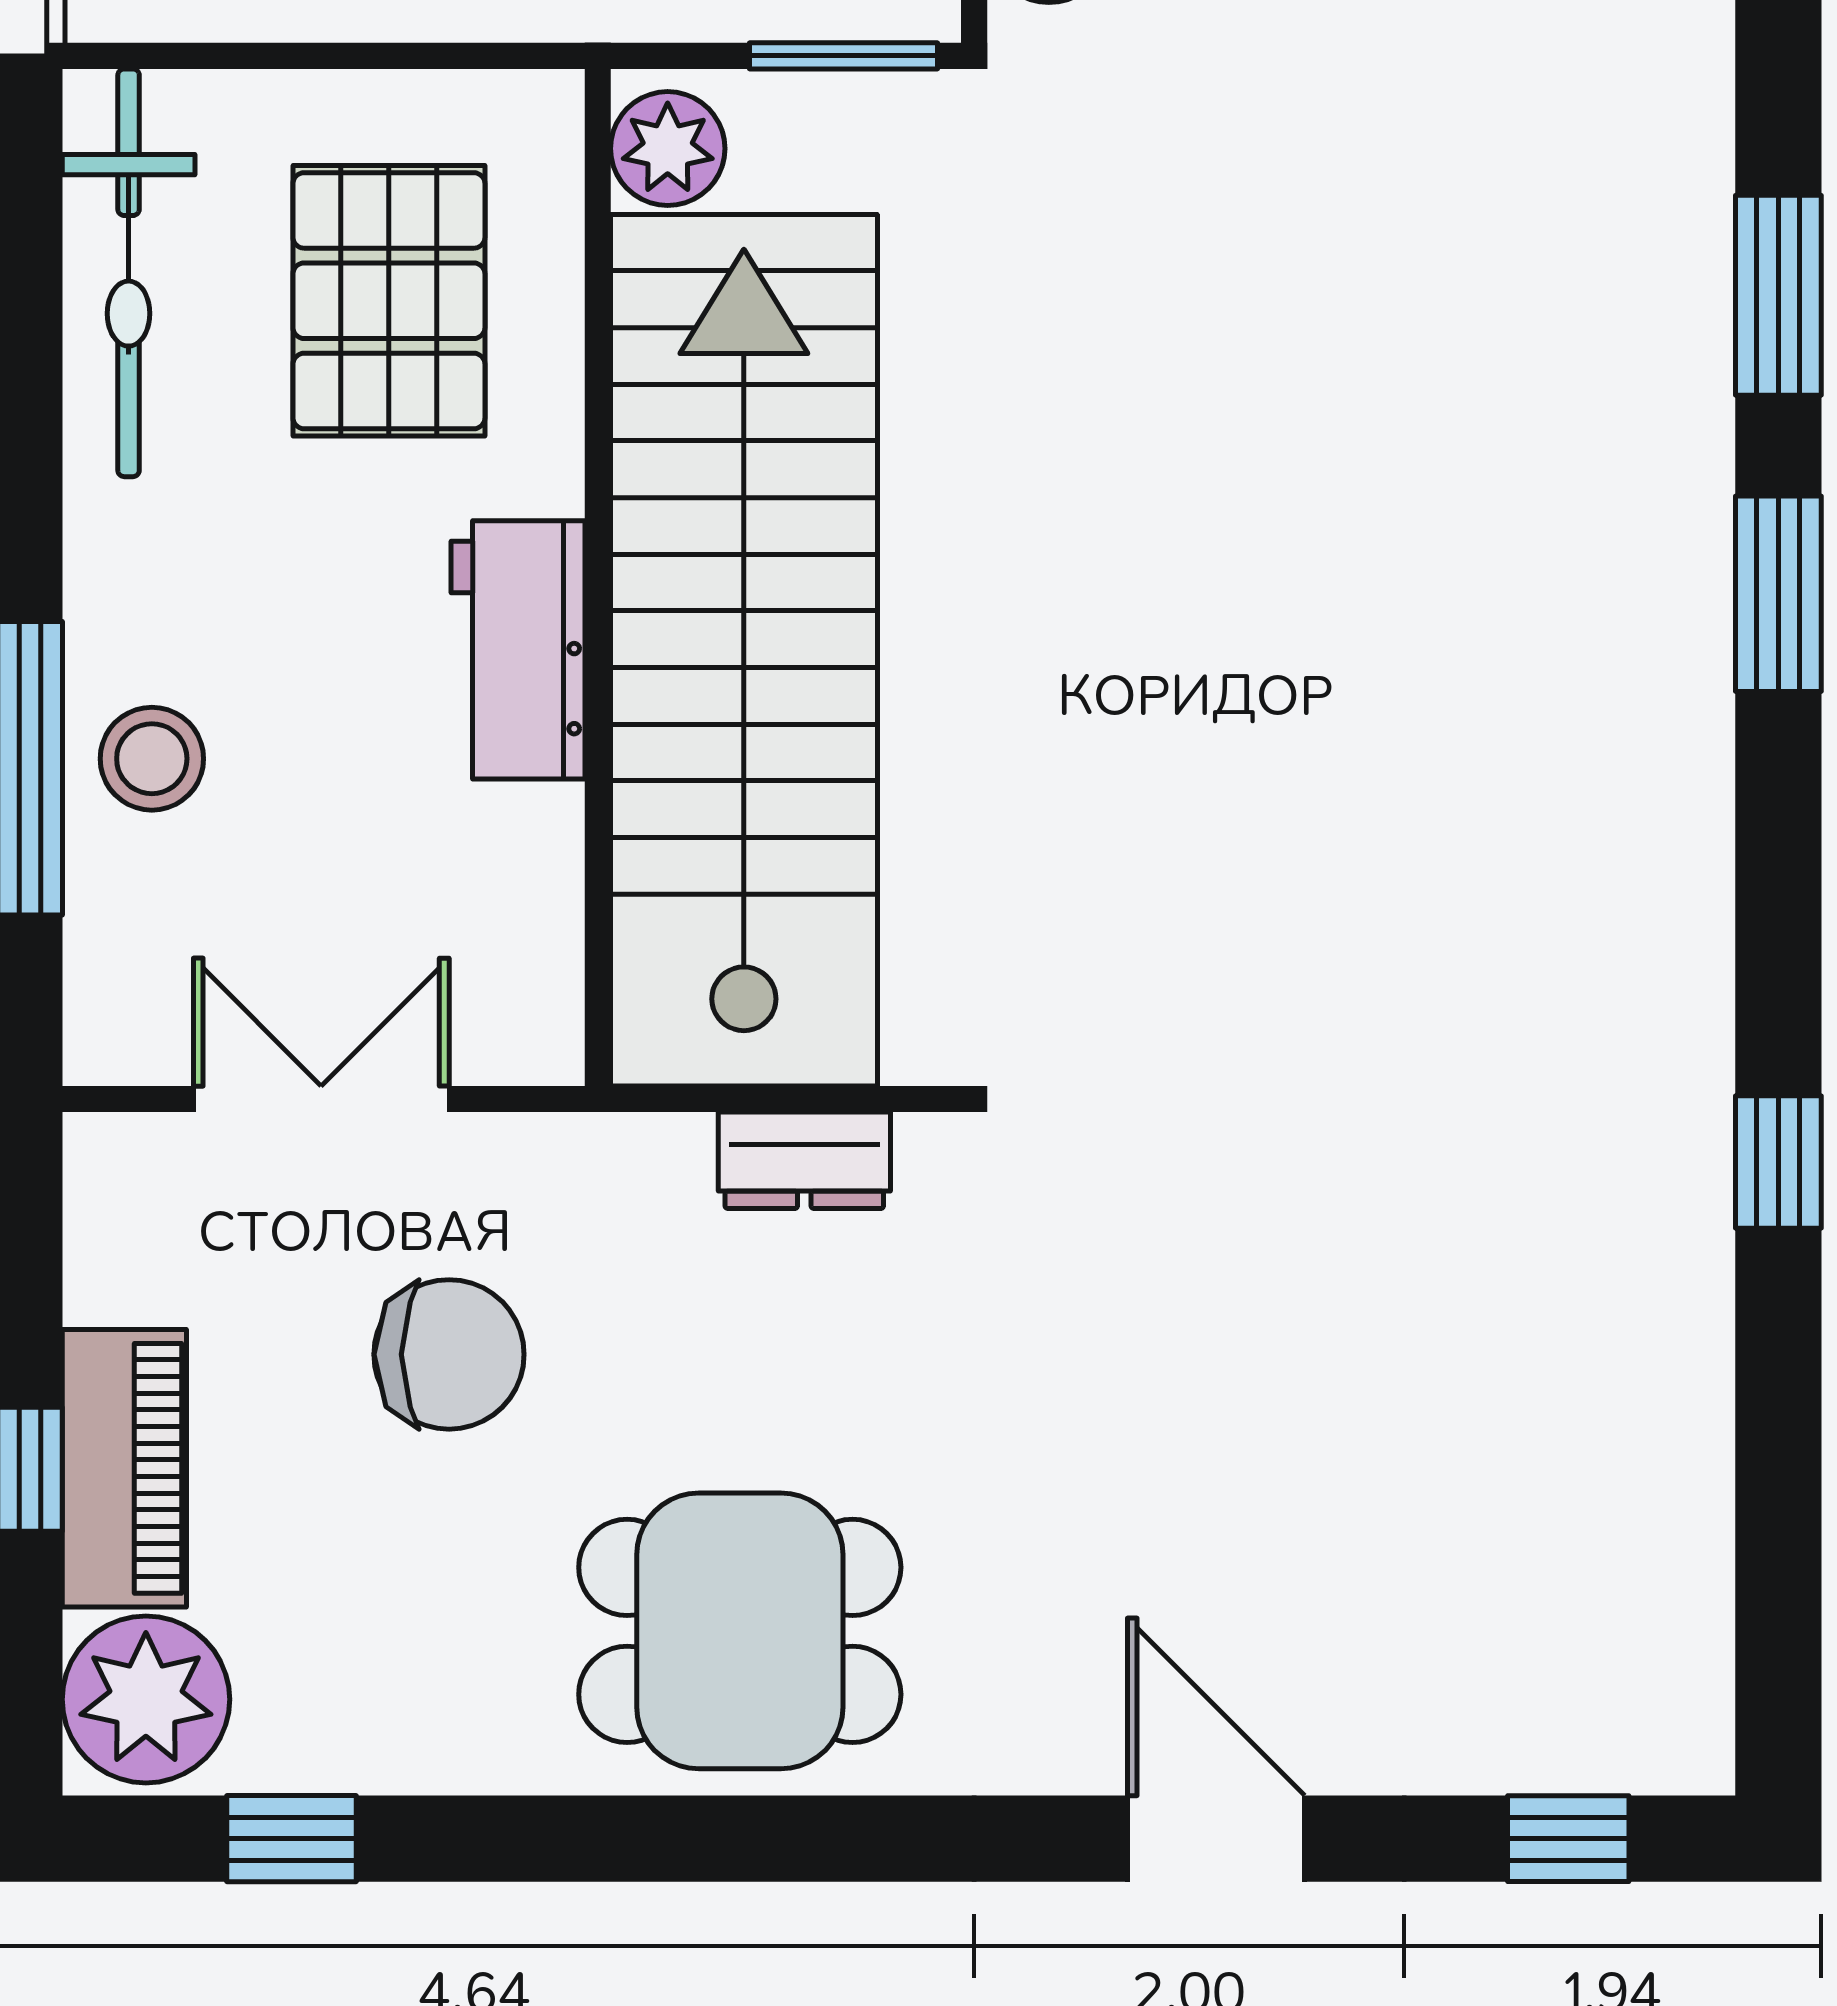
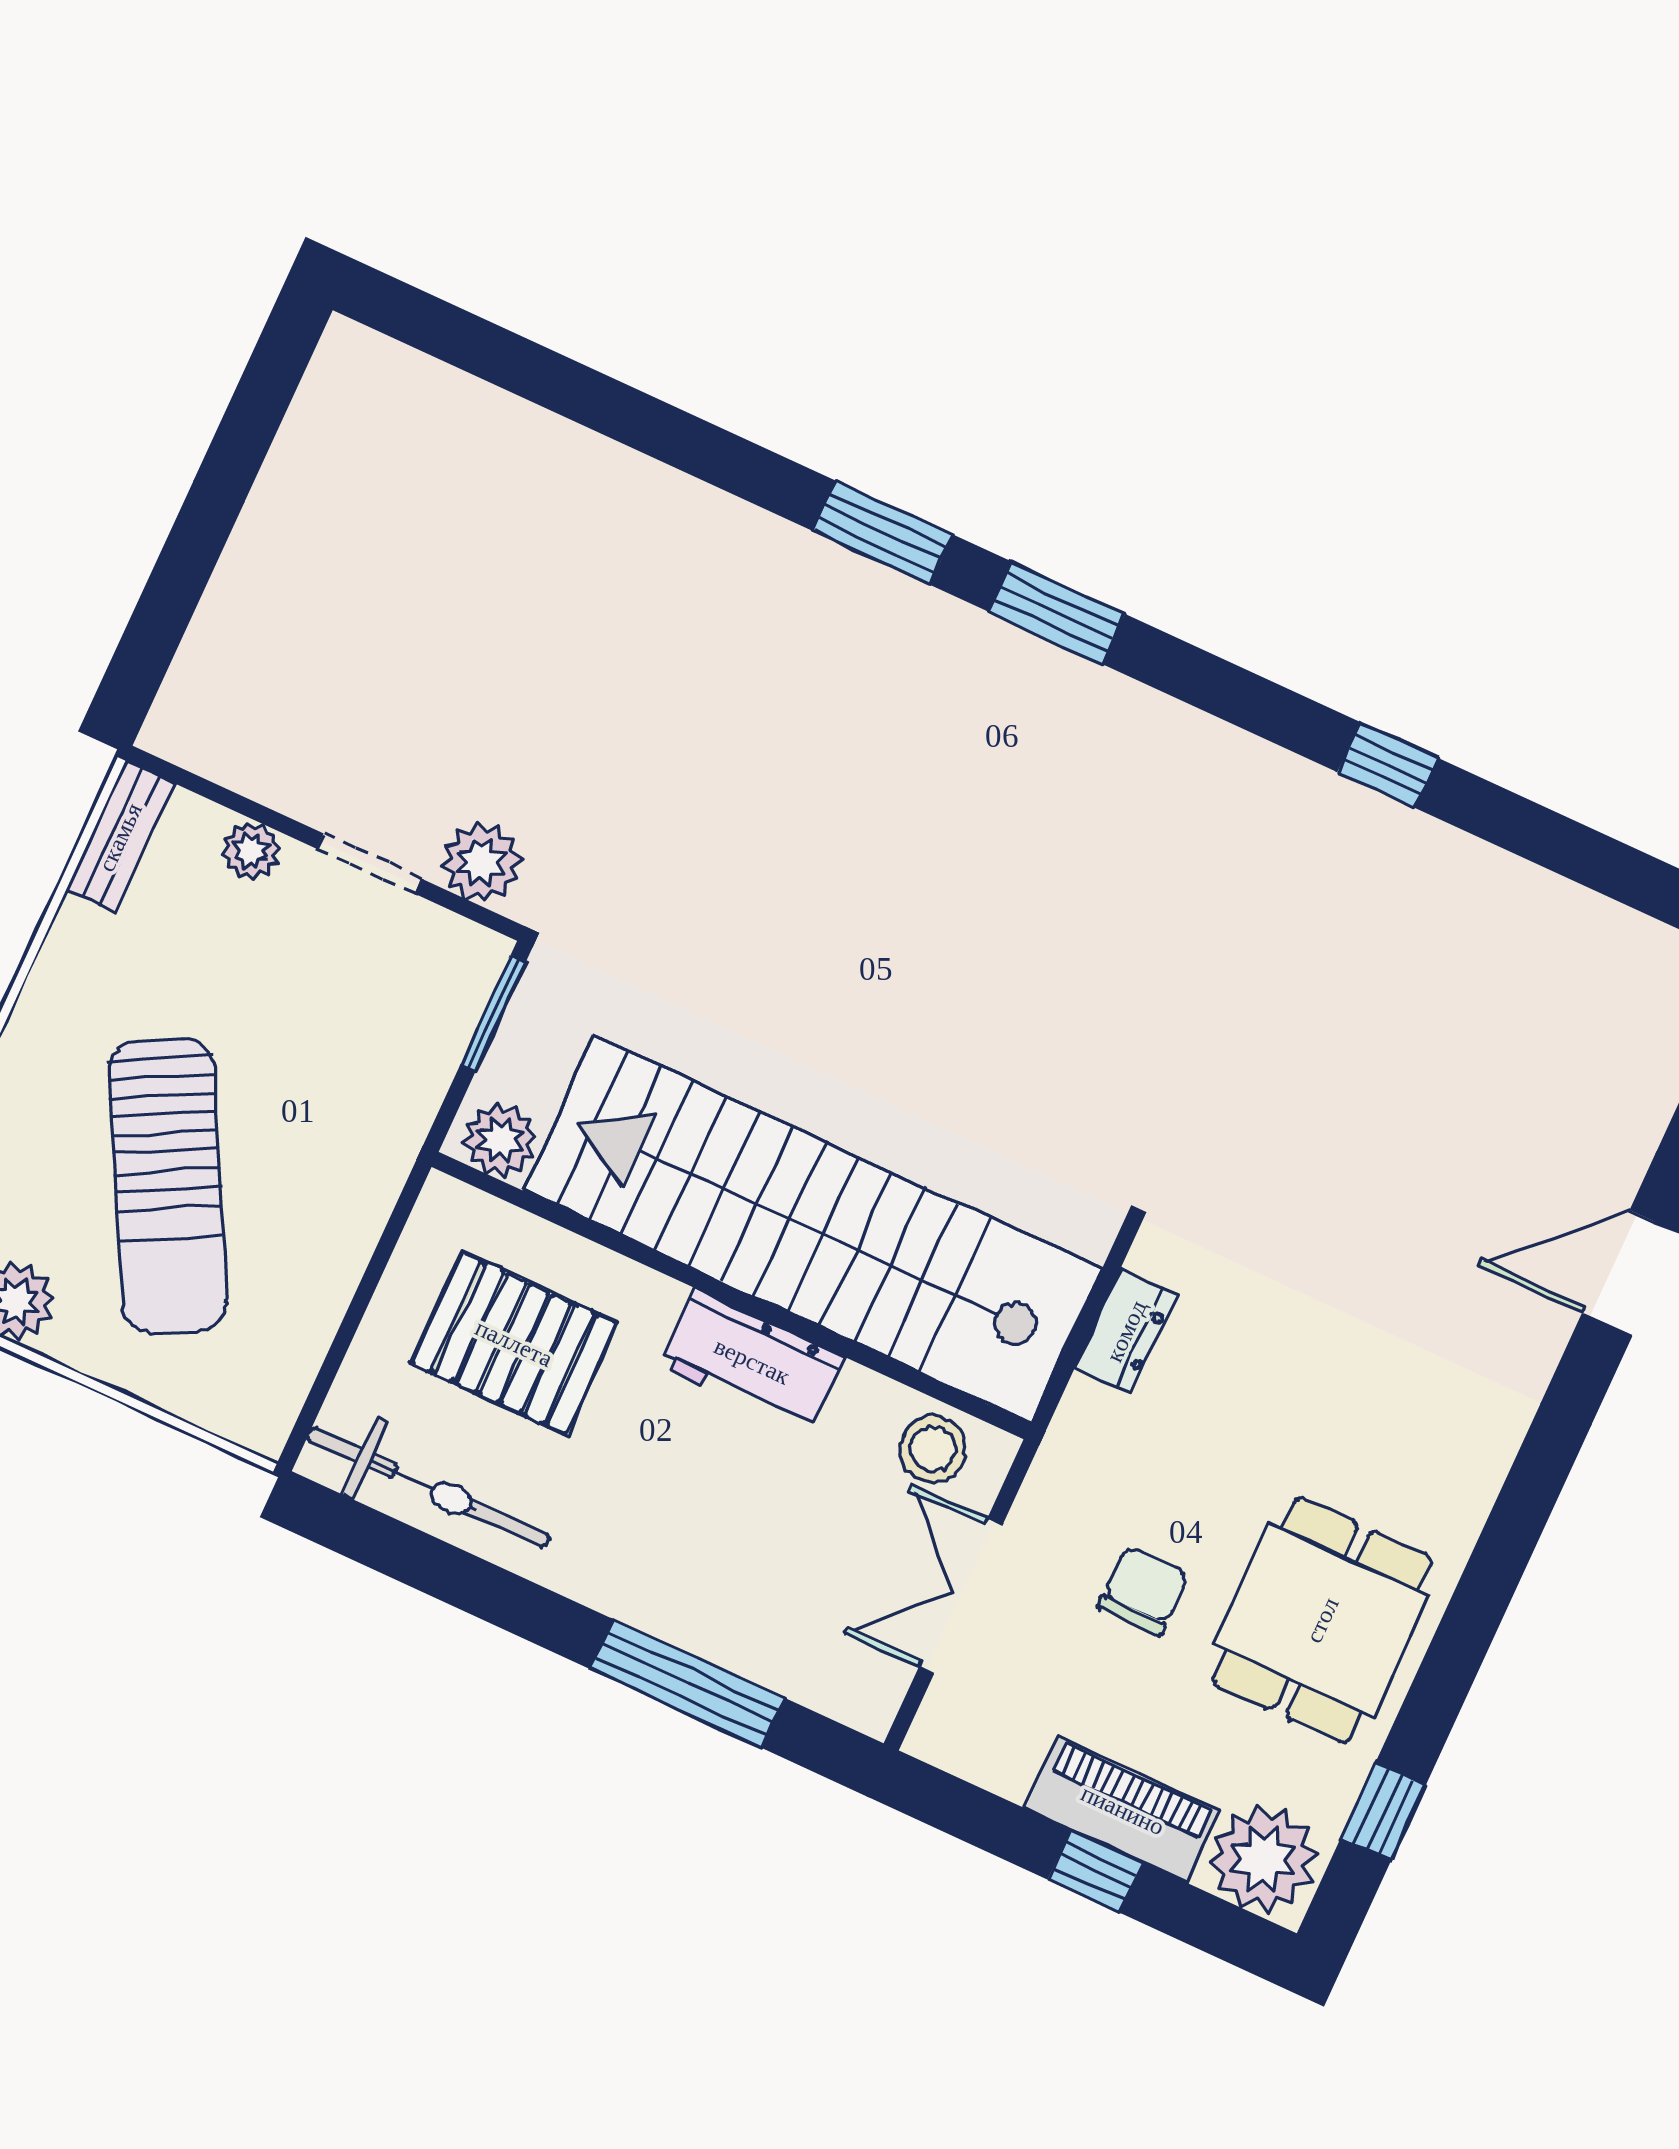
stool: (152, 759) -> (933, 1449), moved
chair: (449, 1354) -> (1144, 1590), width x0.73, depth x0.73
dining table: (740, 1631) -> (1322, 1620), moved

